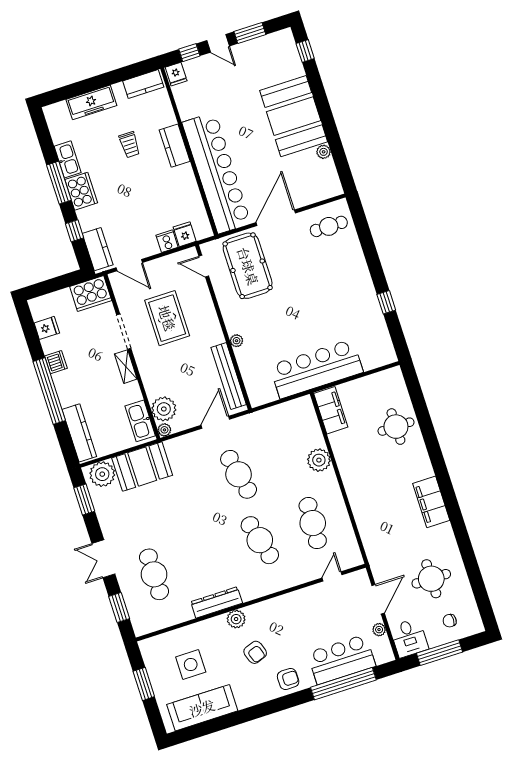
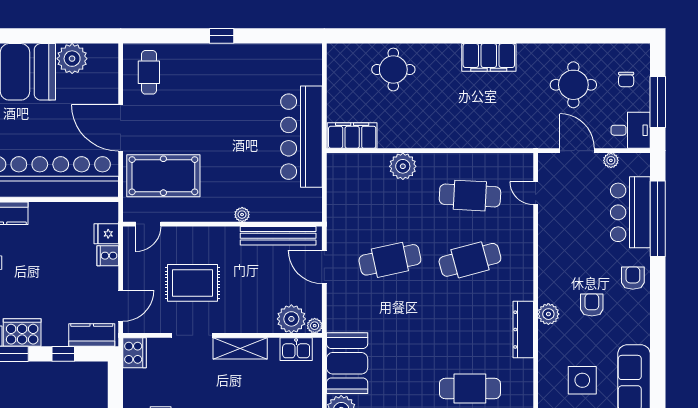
plant: (324, 152) -> (72, 59), width x1.88, depth x1.88
cooker: (91, 294) -> (135, 353), width x0.73, depth x0.76
window: (386, 302) -> (222, 36), moved
shelving: (126, 367) -> (240, 348), width x1.50, depth x1.33
kitchen sink: (140, 421) -> (296, 349), width x0.73
armchair: (255, 652) -> (592, 305), turned -71

